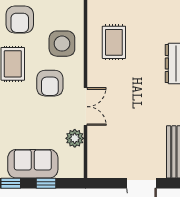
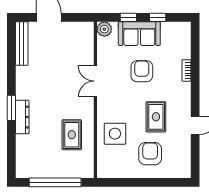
armchair: (50, 83) -> (142, 71), moved
plant: (75, 138) -> (104, 29), moved

